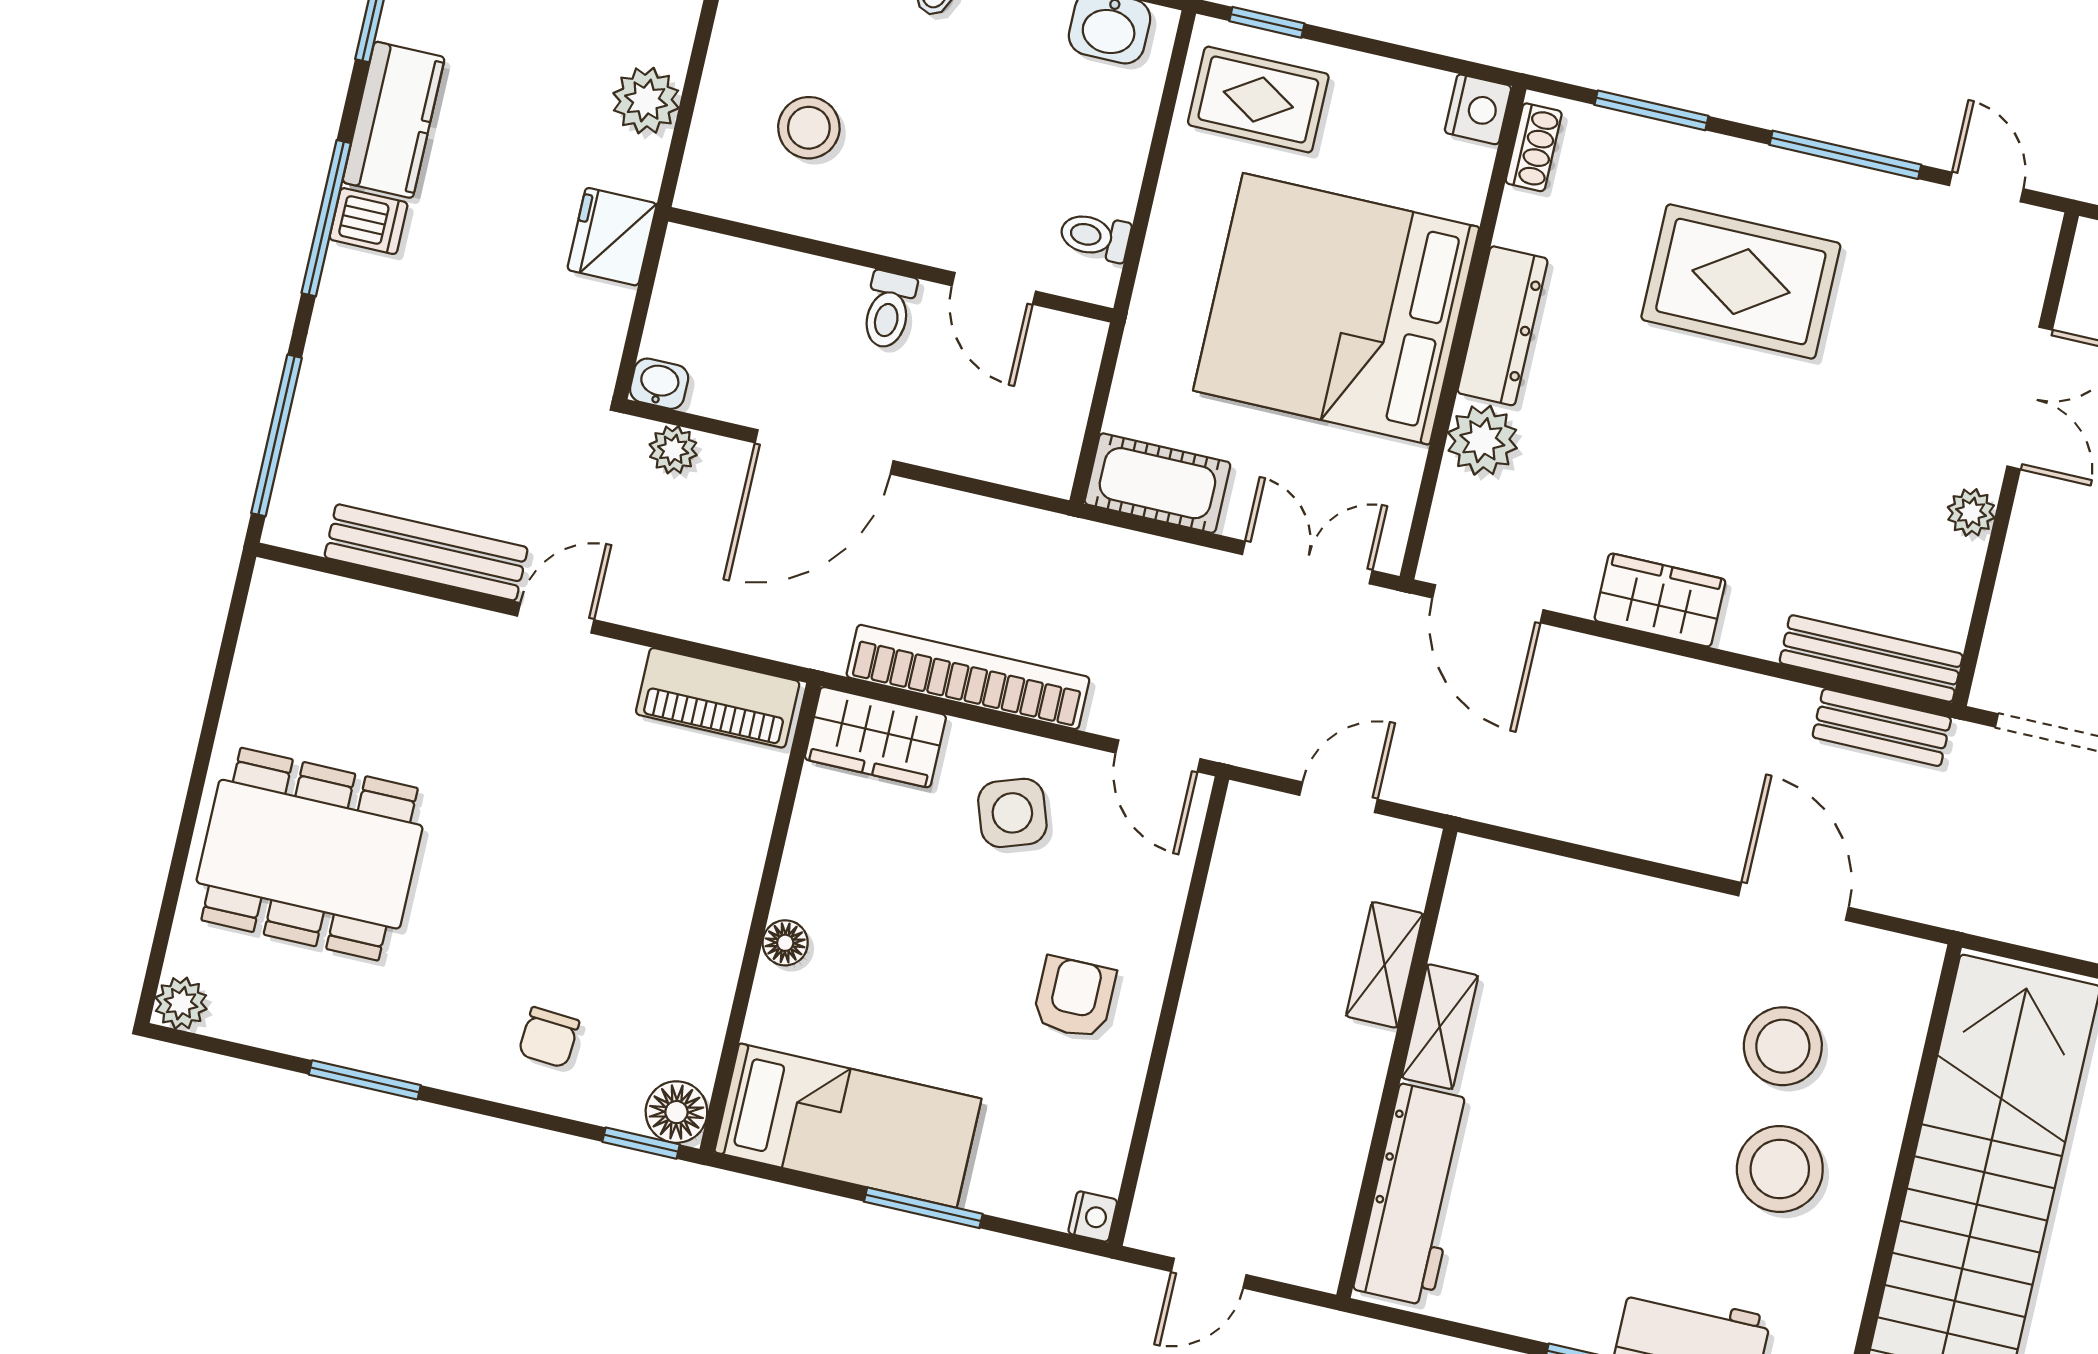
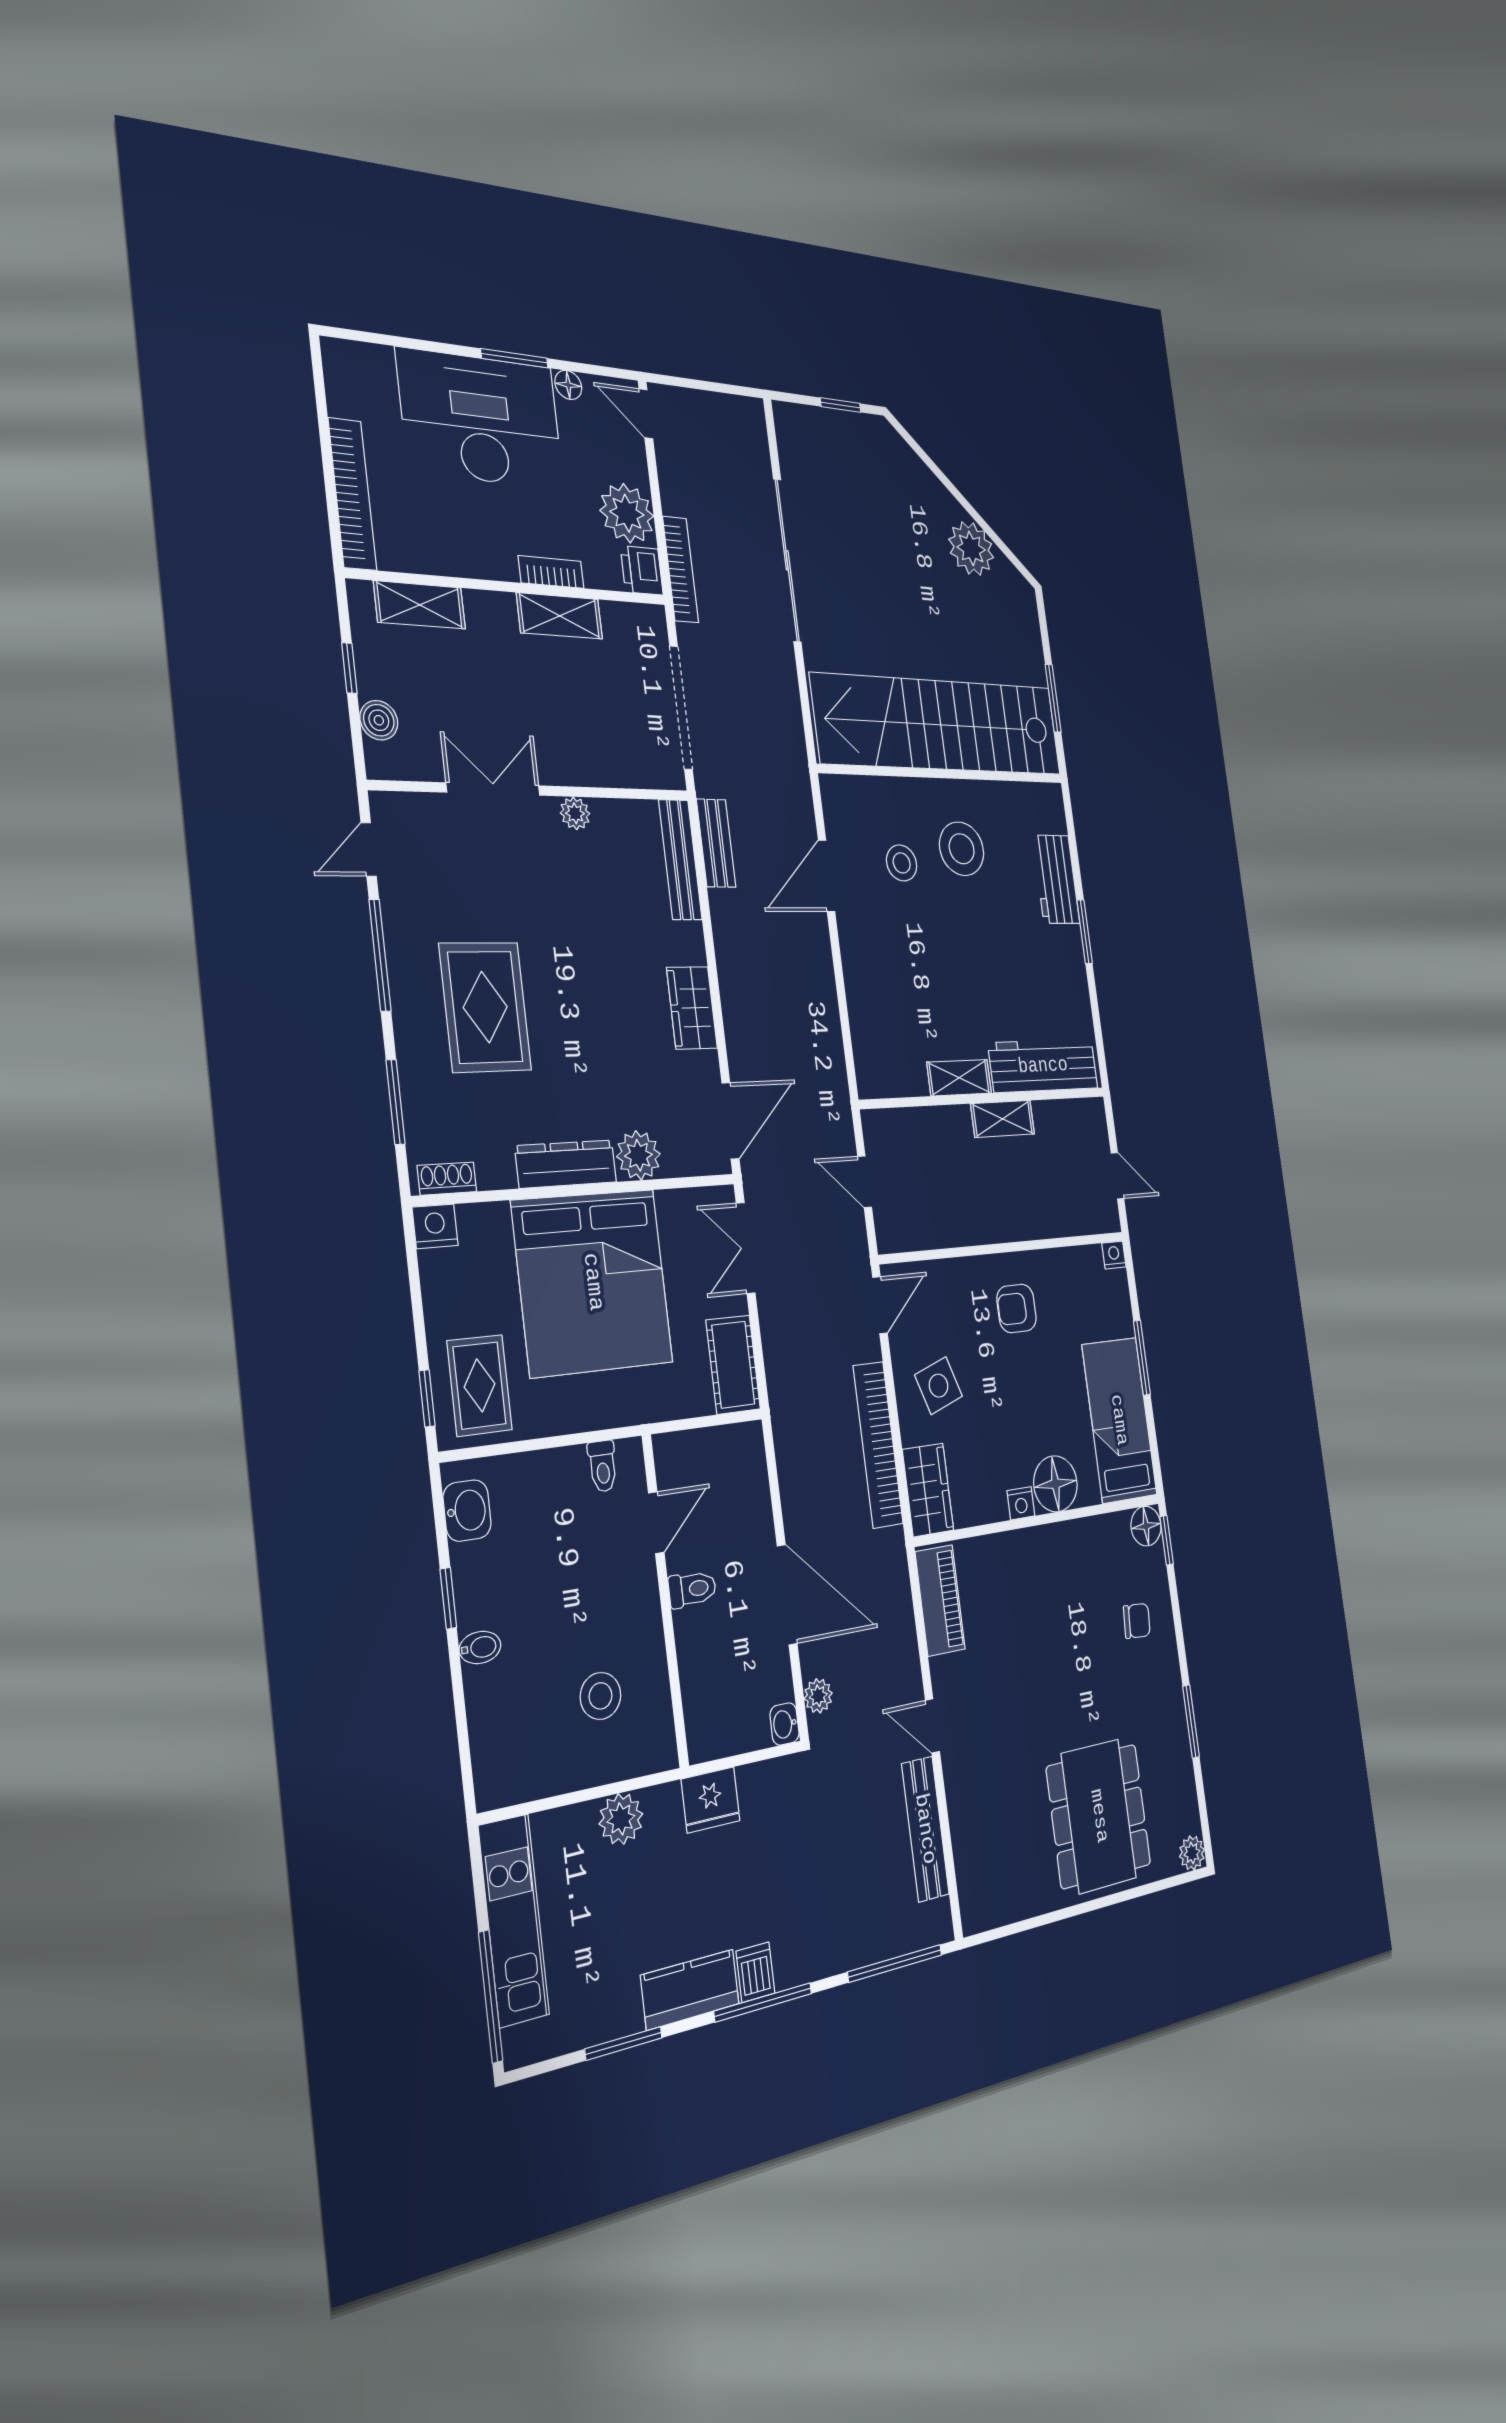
nightstand: (796, 893) -> (1021, 1503), added
floor lamp: (785, 943) -> (1055, 1484), width x1.89, depth x1.89
shelving: (1385, 965) -> (1003, 1119), moved
stool: (1783, 1046) -> (902, 863), width x0.73, depth x0.73

